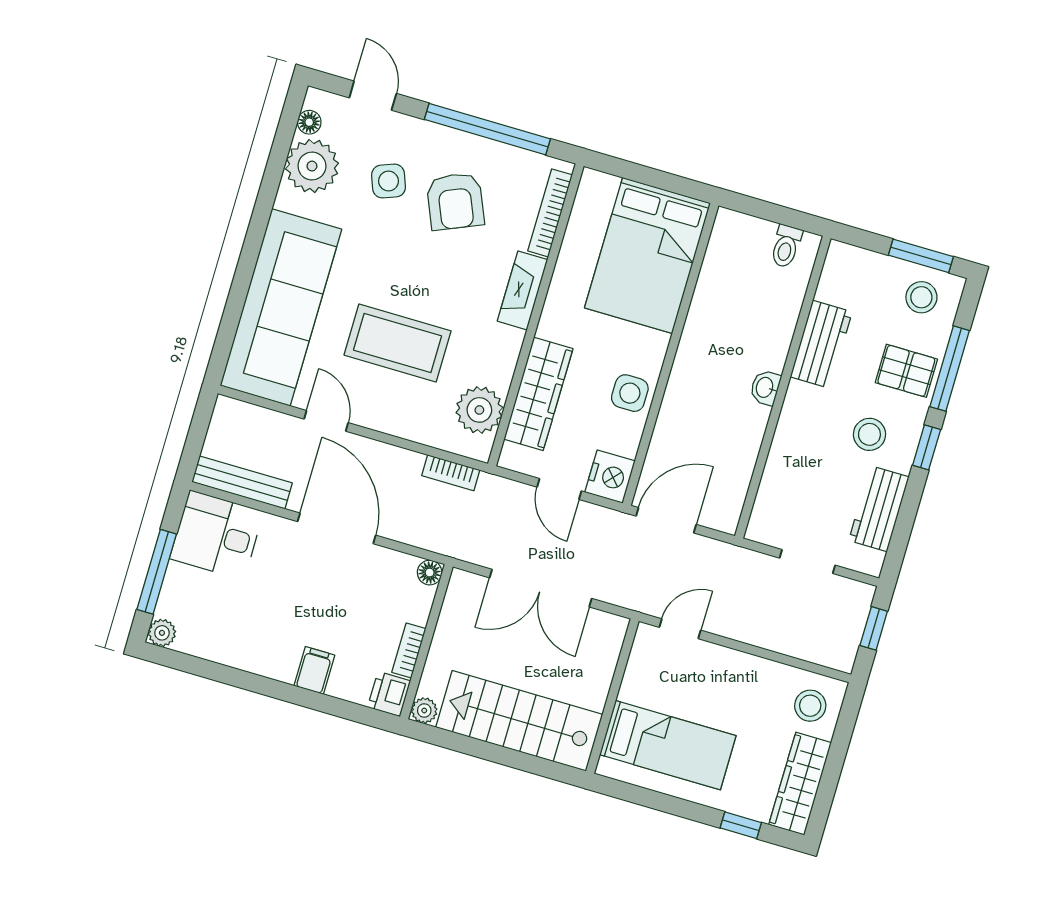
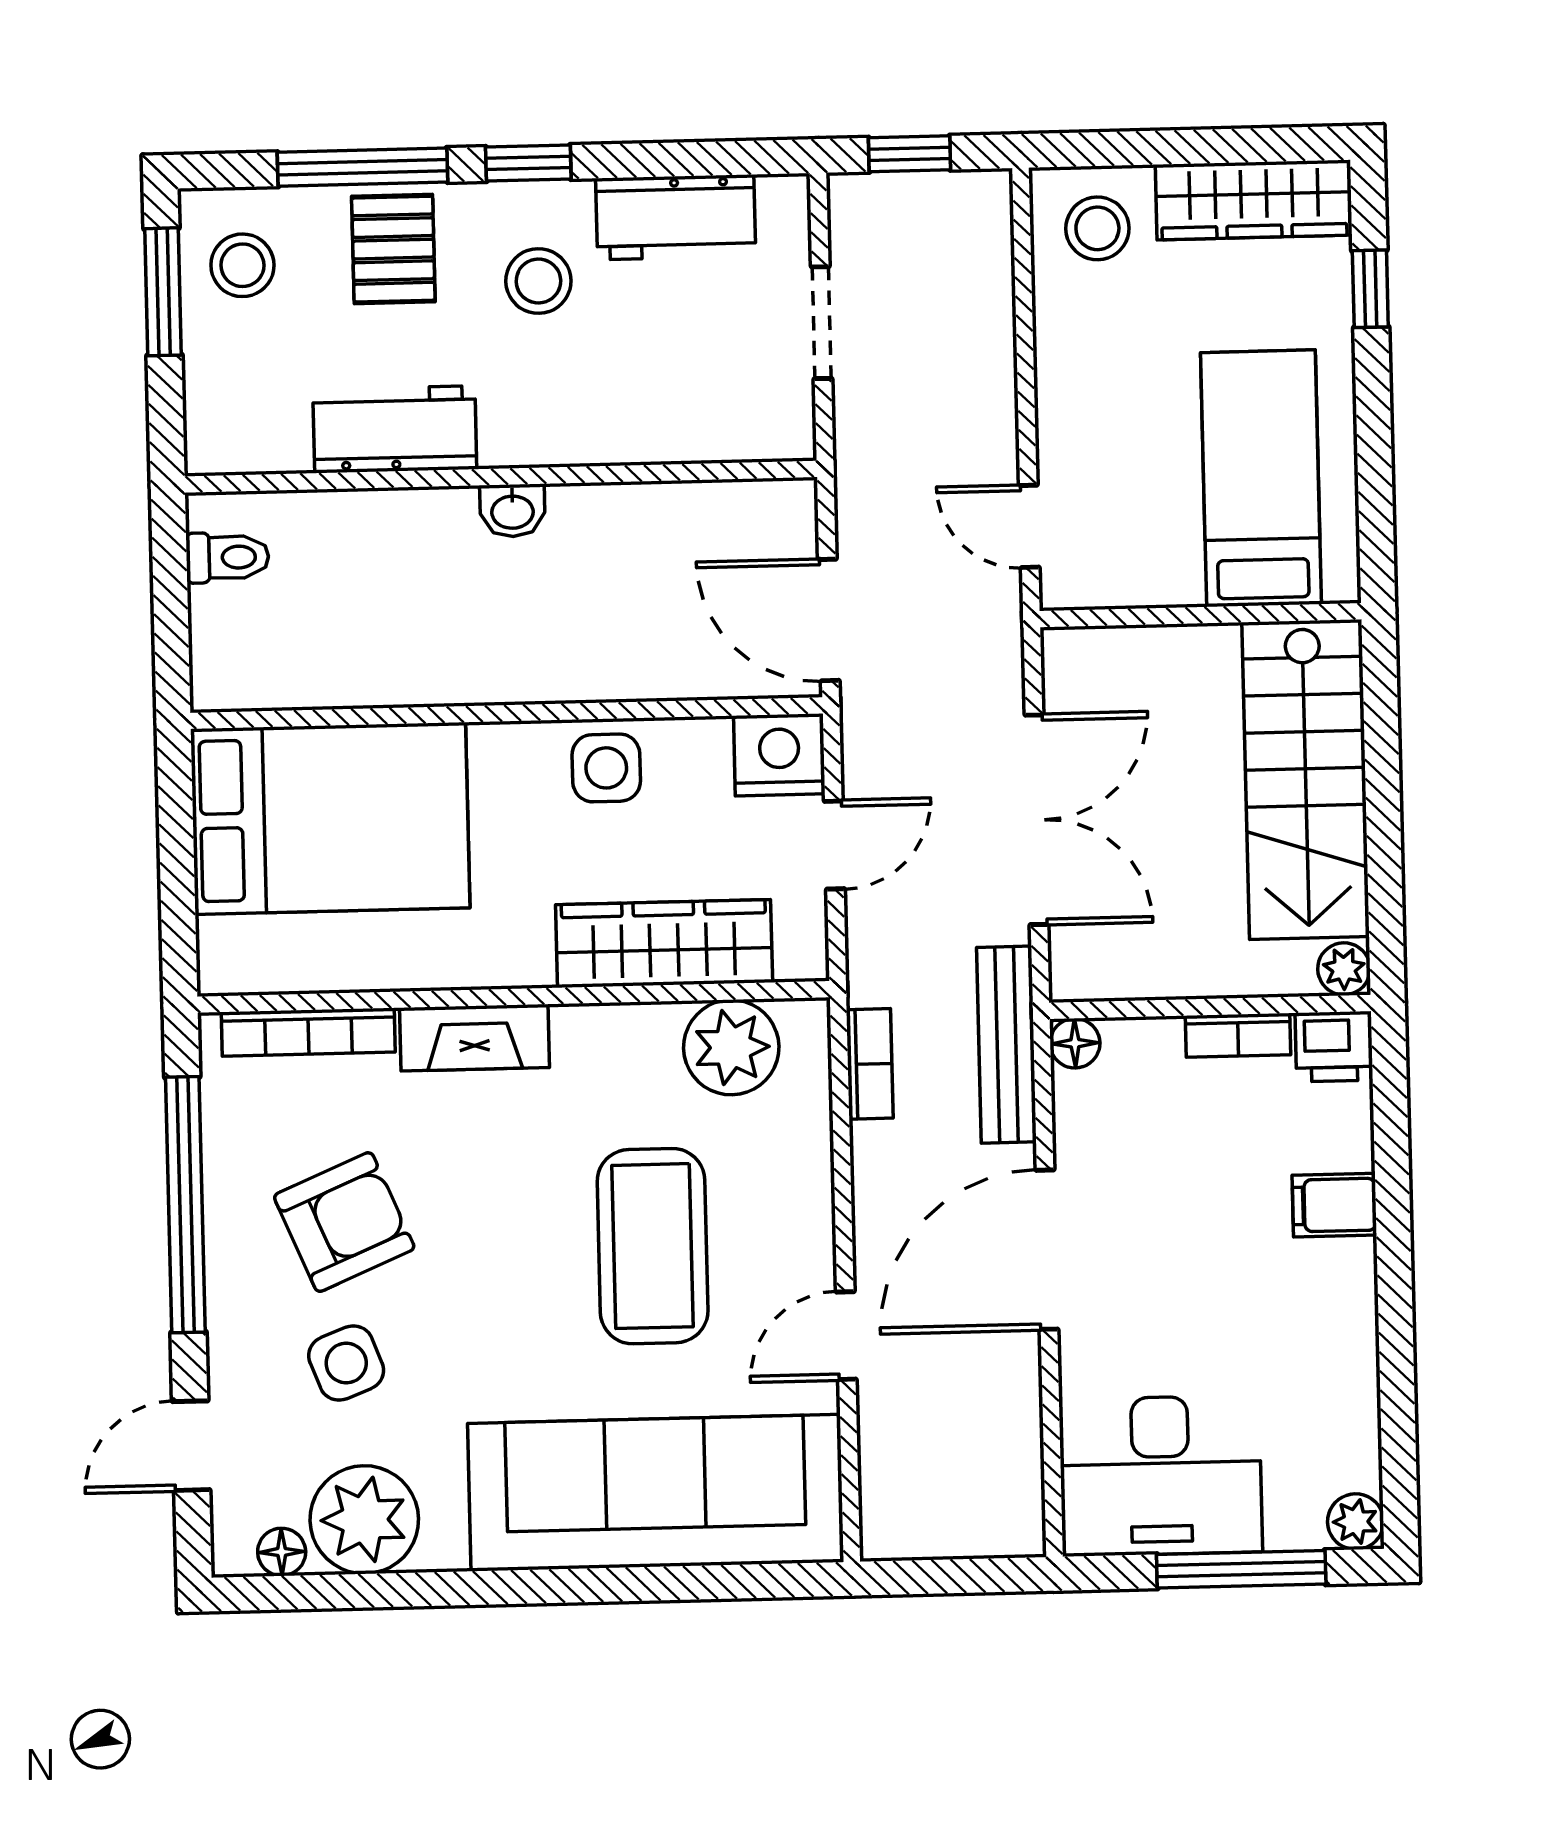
bench: (242, 482) -> (1006, 1045), moved
desk: (217, 535) -> (1161, 1476), width x1.37

